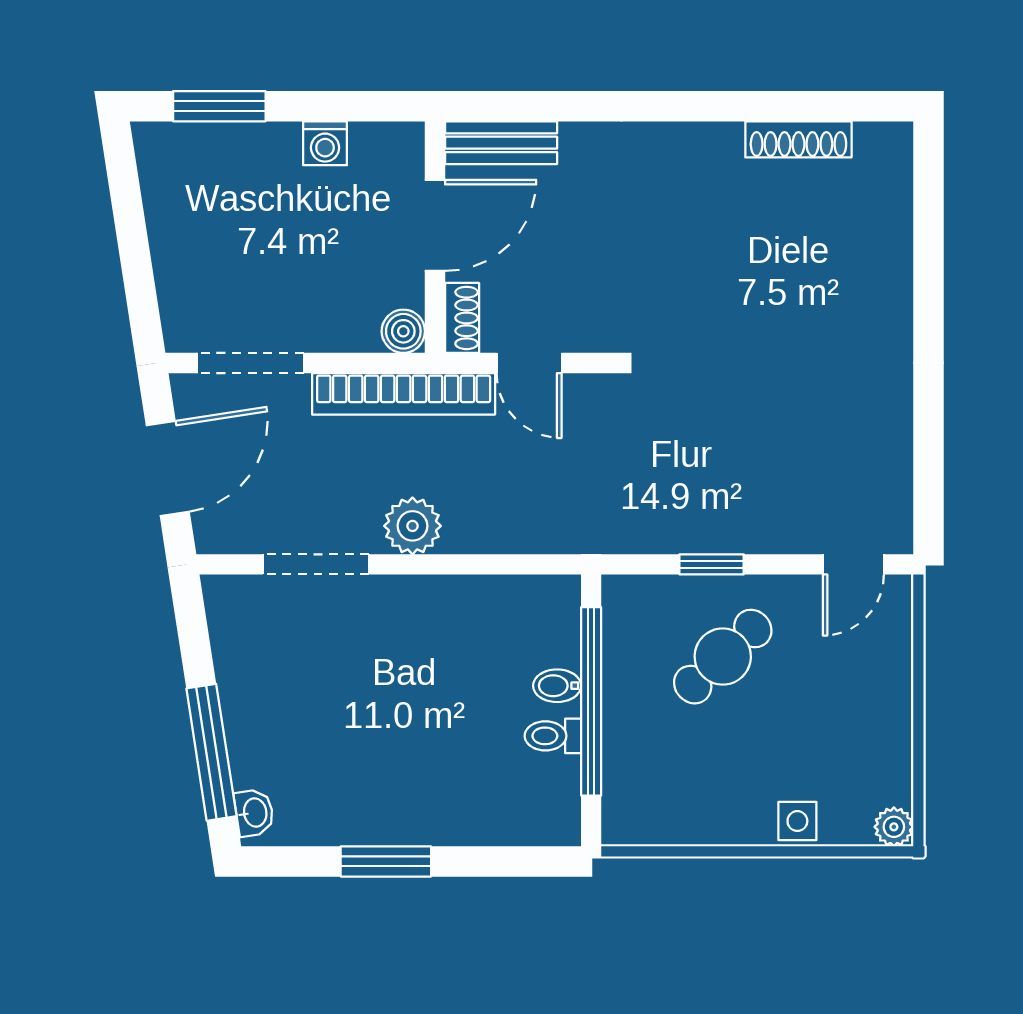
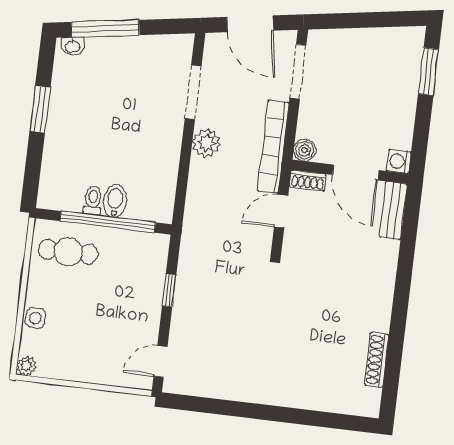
washing machine: (325, 143) -> (399, 161), moved
door: (853, 564) -> (160, 362), hinge flipped
cafe table: (723, 657) -> (68, 252), moved, turned -47
bidet: (557, 686) -> (115, 201), width x1.38, depth x1.36

